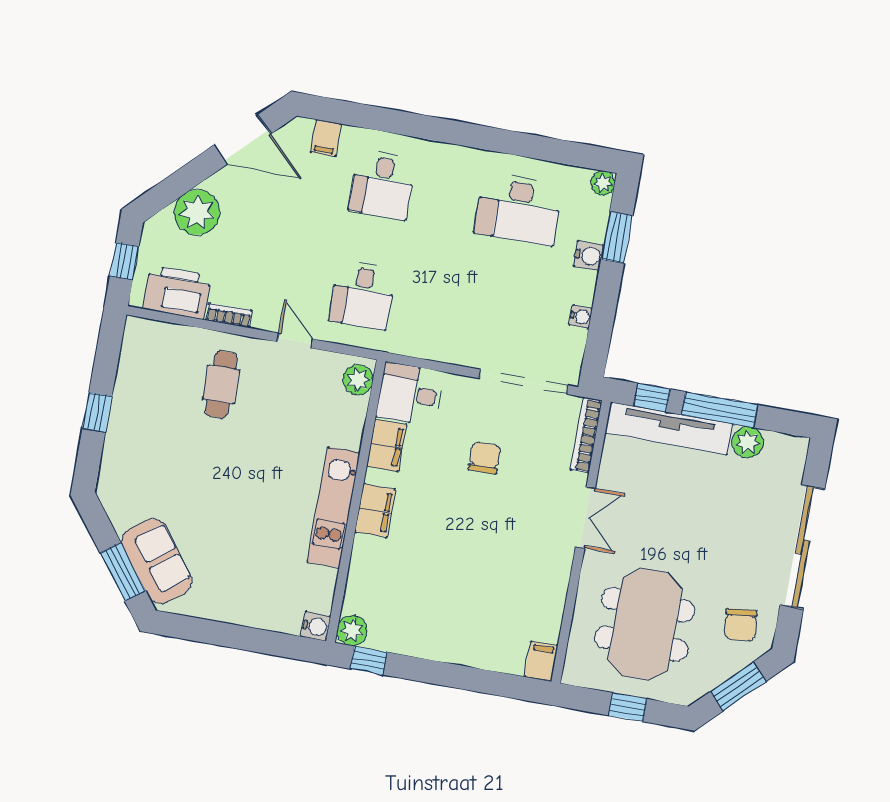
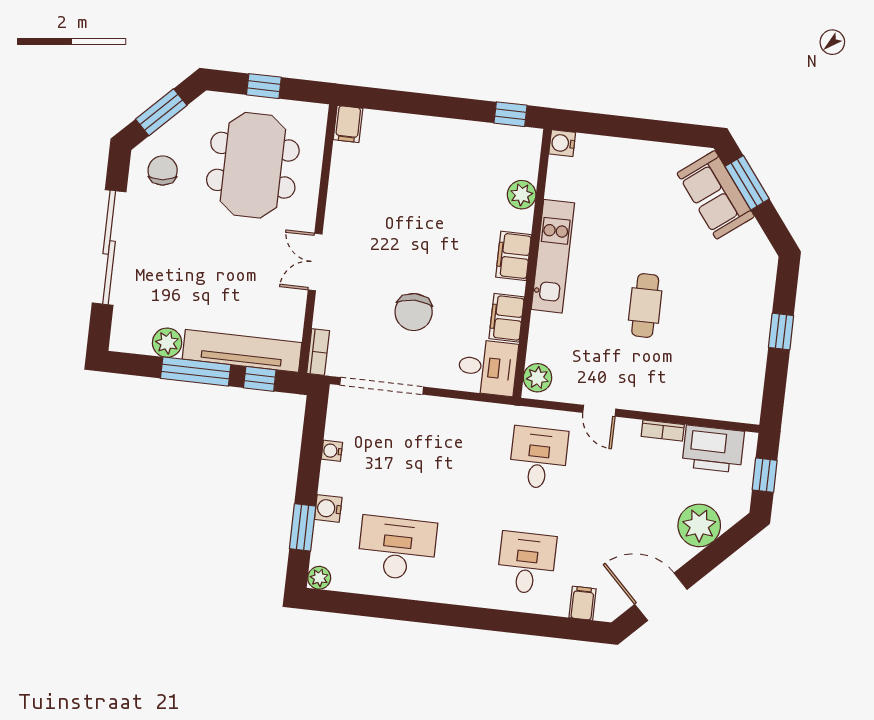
cafe table: (221, 385) -> (645, 305), moved
bookcase: (586, 435) -> (318, 352), width x0.64
chair: (485, 458) -> (414, 312), width x1.37, depth x1.37
plant: (352, 631) -> (522, 195), moved

